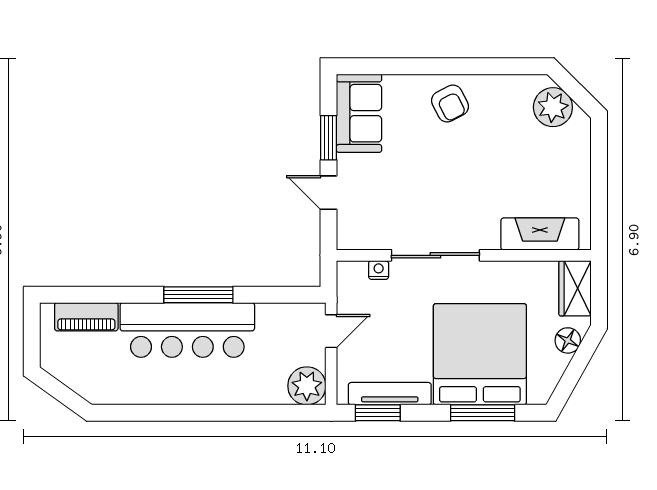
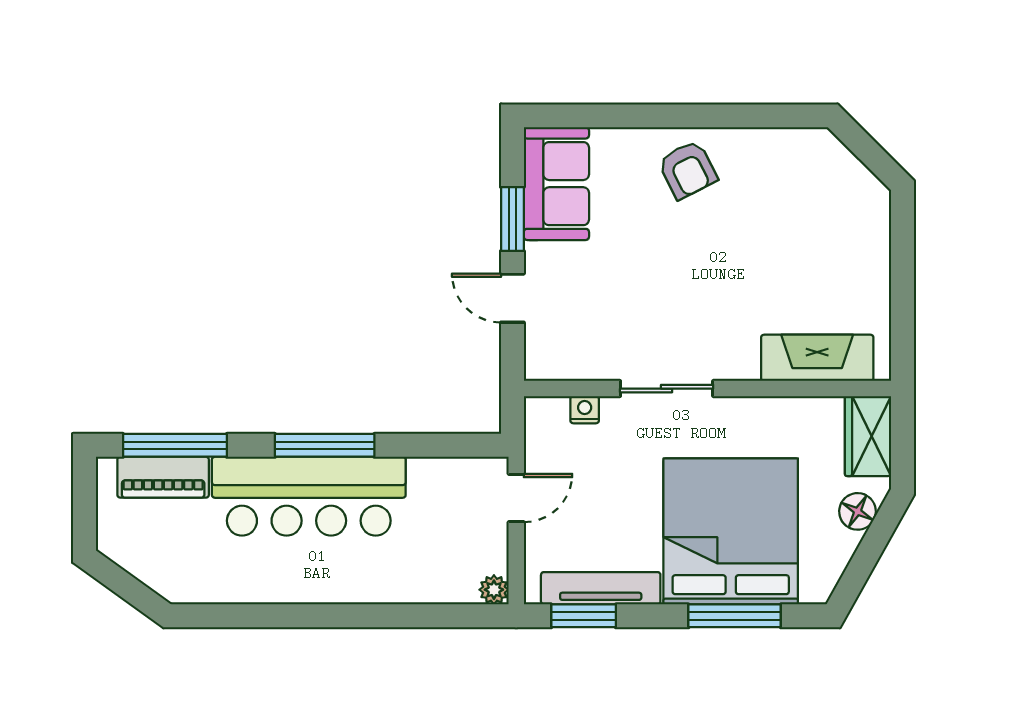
plant: (553, 107) -> (836, 175), removed
sliding door: (435, 255) -> (667, 389), width x0.73
window: (95, 295) -> (175, 445), added
plant: (307, 386) -> (494, 590), width x0.53, depth x0.53

